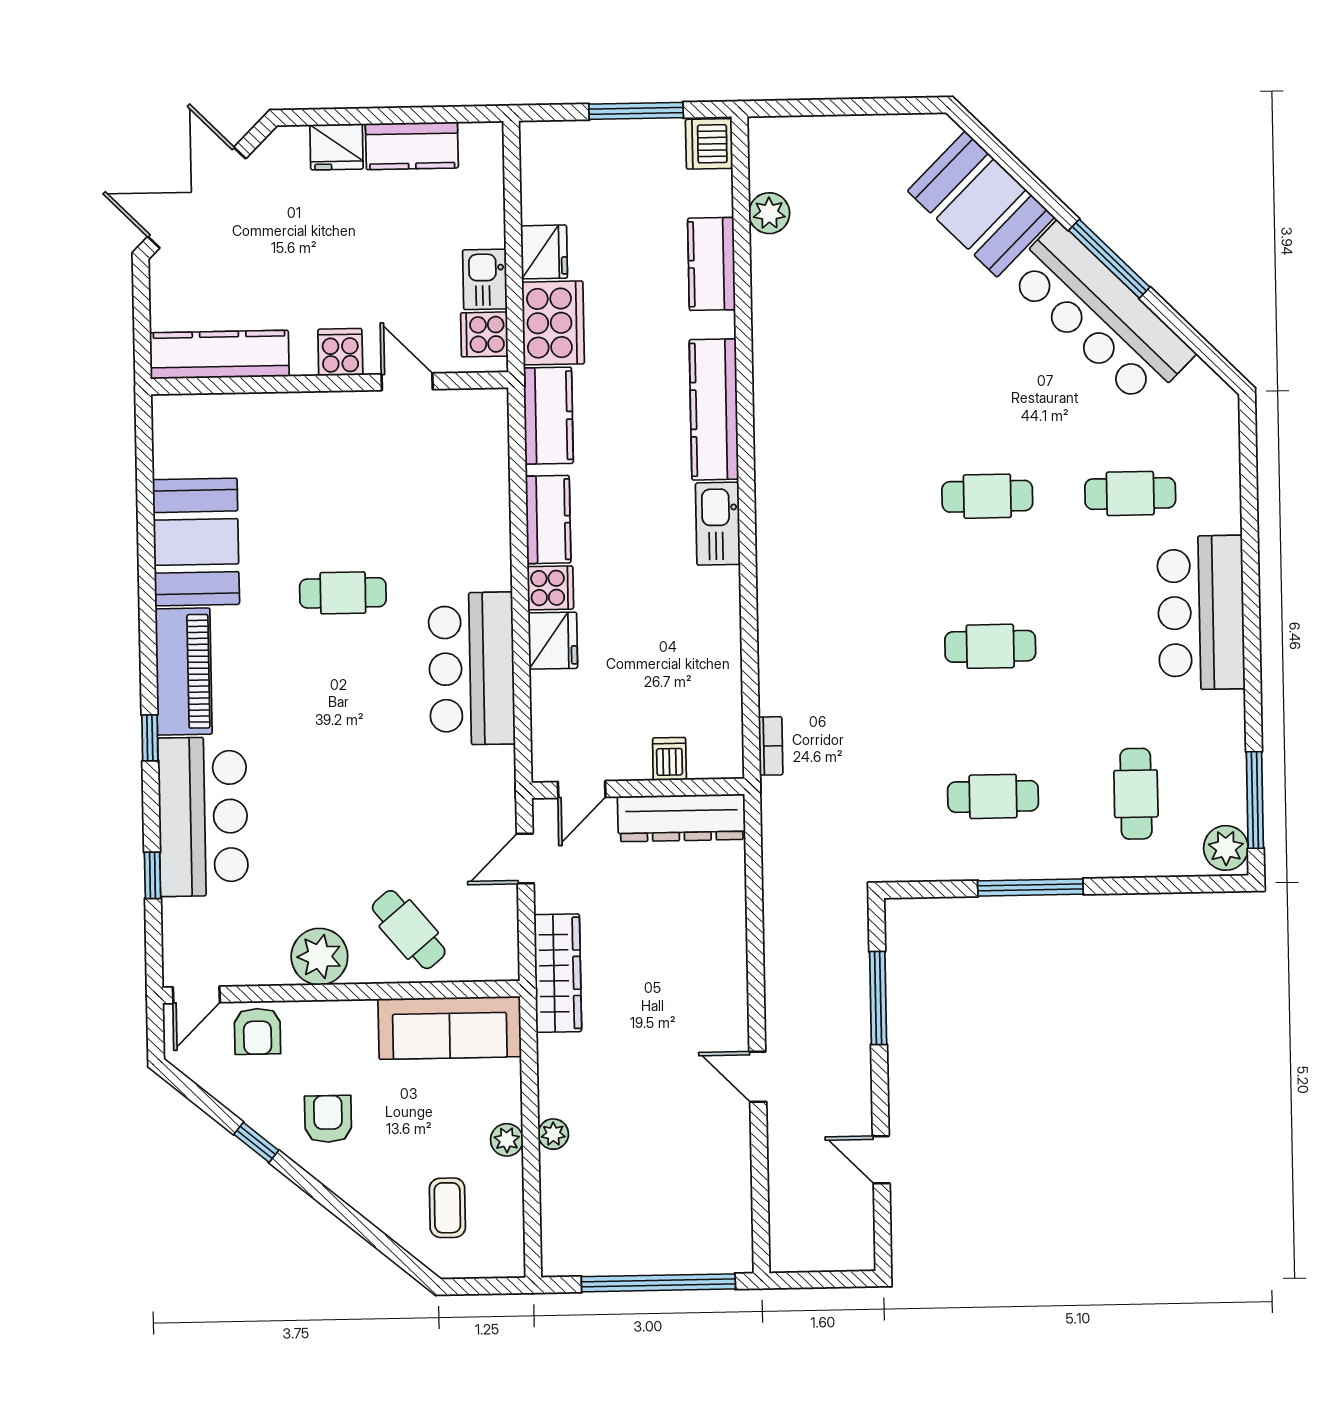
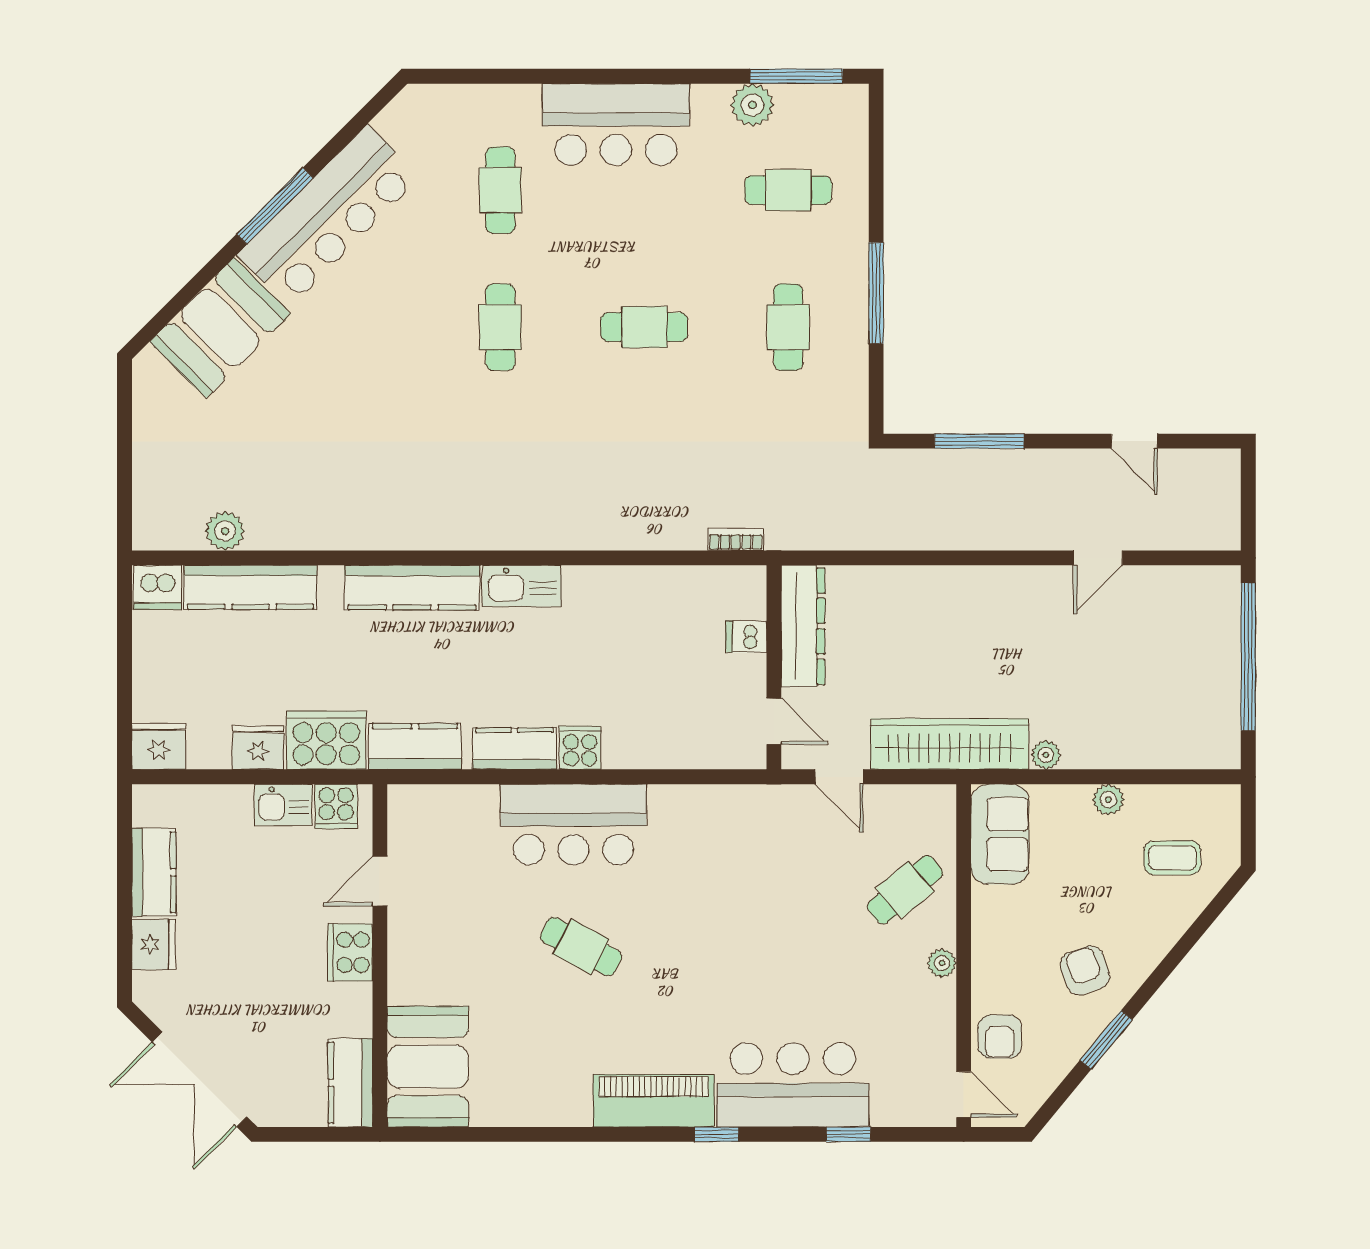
window: (636, 111) -> (124, 657), removed
kitchen counter: (711, 264) -> (250, 587), width x1.50
cooker: (340, 352) -> (350, 952), width x1.36
kitchen counter: (219, 355) -> (350, 1083), width x0.67
booth: (196, 542) -> (428, 1067), moved, turned 90
cafe table: (343, 593) -> (581, 947), turned -62
fridge: (553, 641) -> (159, 746), moved
cafe table: (990, 646) -> (644, 327), turned 90
bar counter: (472, 669) -> (573, 825), moved
plant: (1226, 848) -> (752, 105), moved
plant: (319, 957) -> (942, 963), width x0.53, depth x0.53
wardrobe: (558, 973) -> (950, 744), width x1.40, depth x1.17
sofa: (450, 1028) -> (1000, 834), width x0.73
armchair: (257, 1031) -> (1000, 1037), turned 90
door: (758, 1077) -> (1098, 558), moved
armchair: (328, 1119) -> (1085, 971), turned 71
plant: (553, 1134) -> (1046, 755), moved
window: (256, 1142) -> (1106, 1040), width x1.50
door: (881, 1160) -> (1134, 441), hinge flipped

